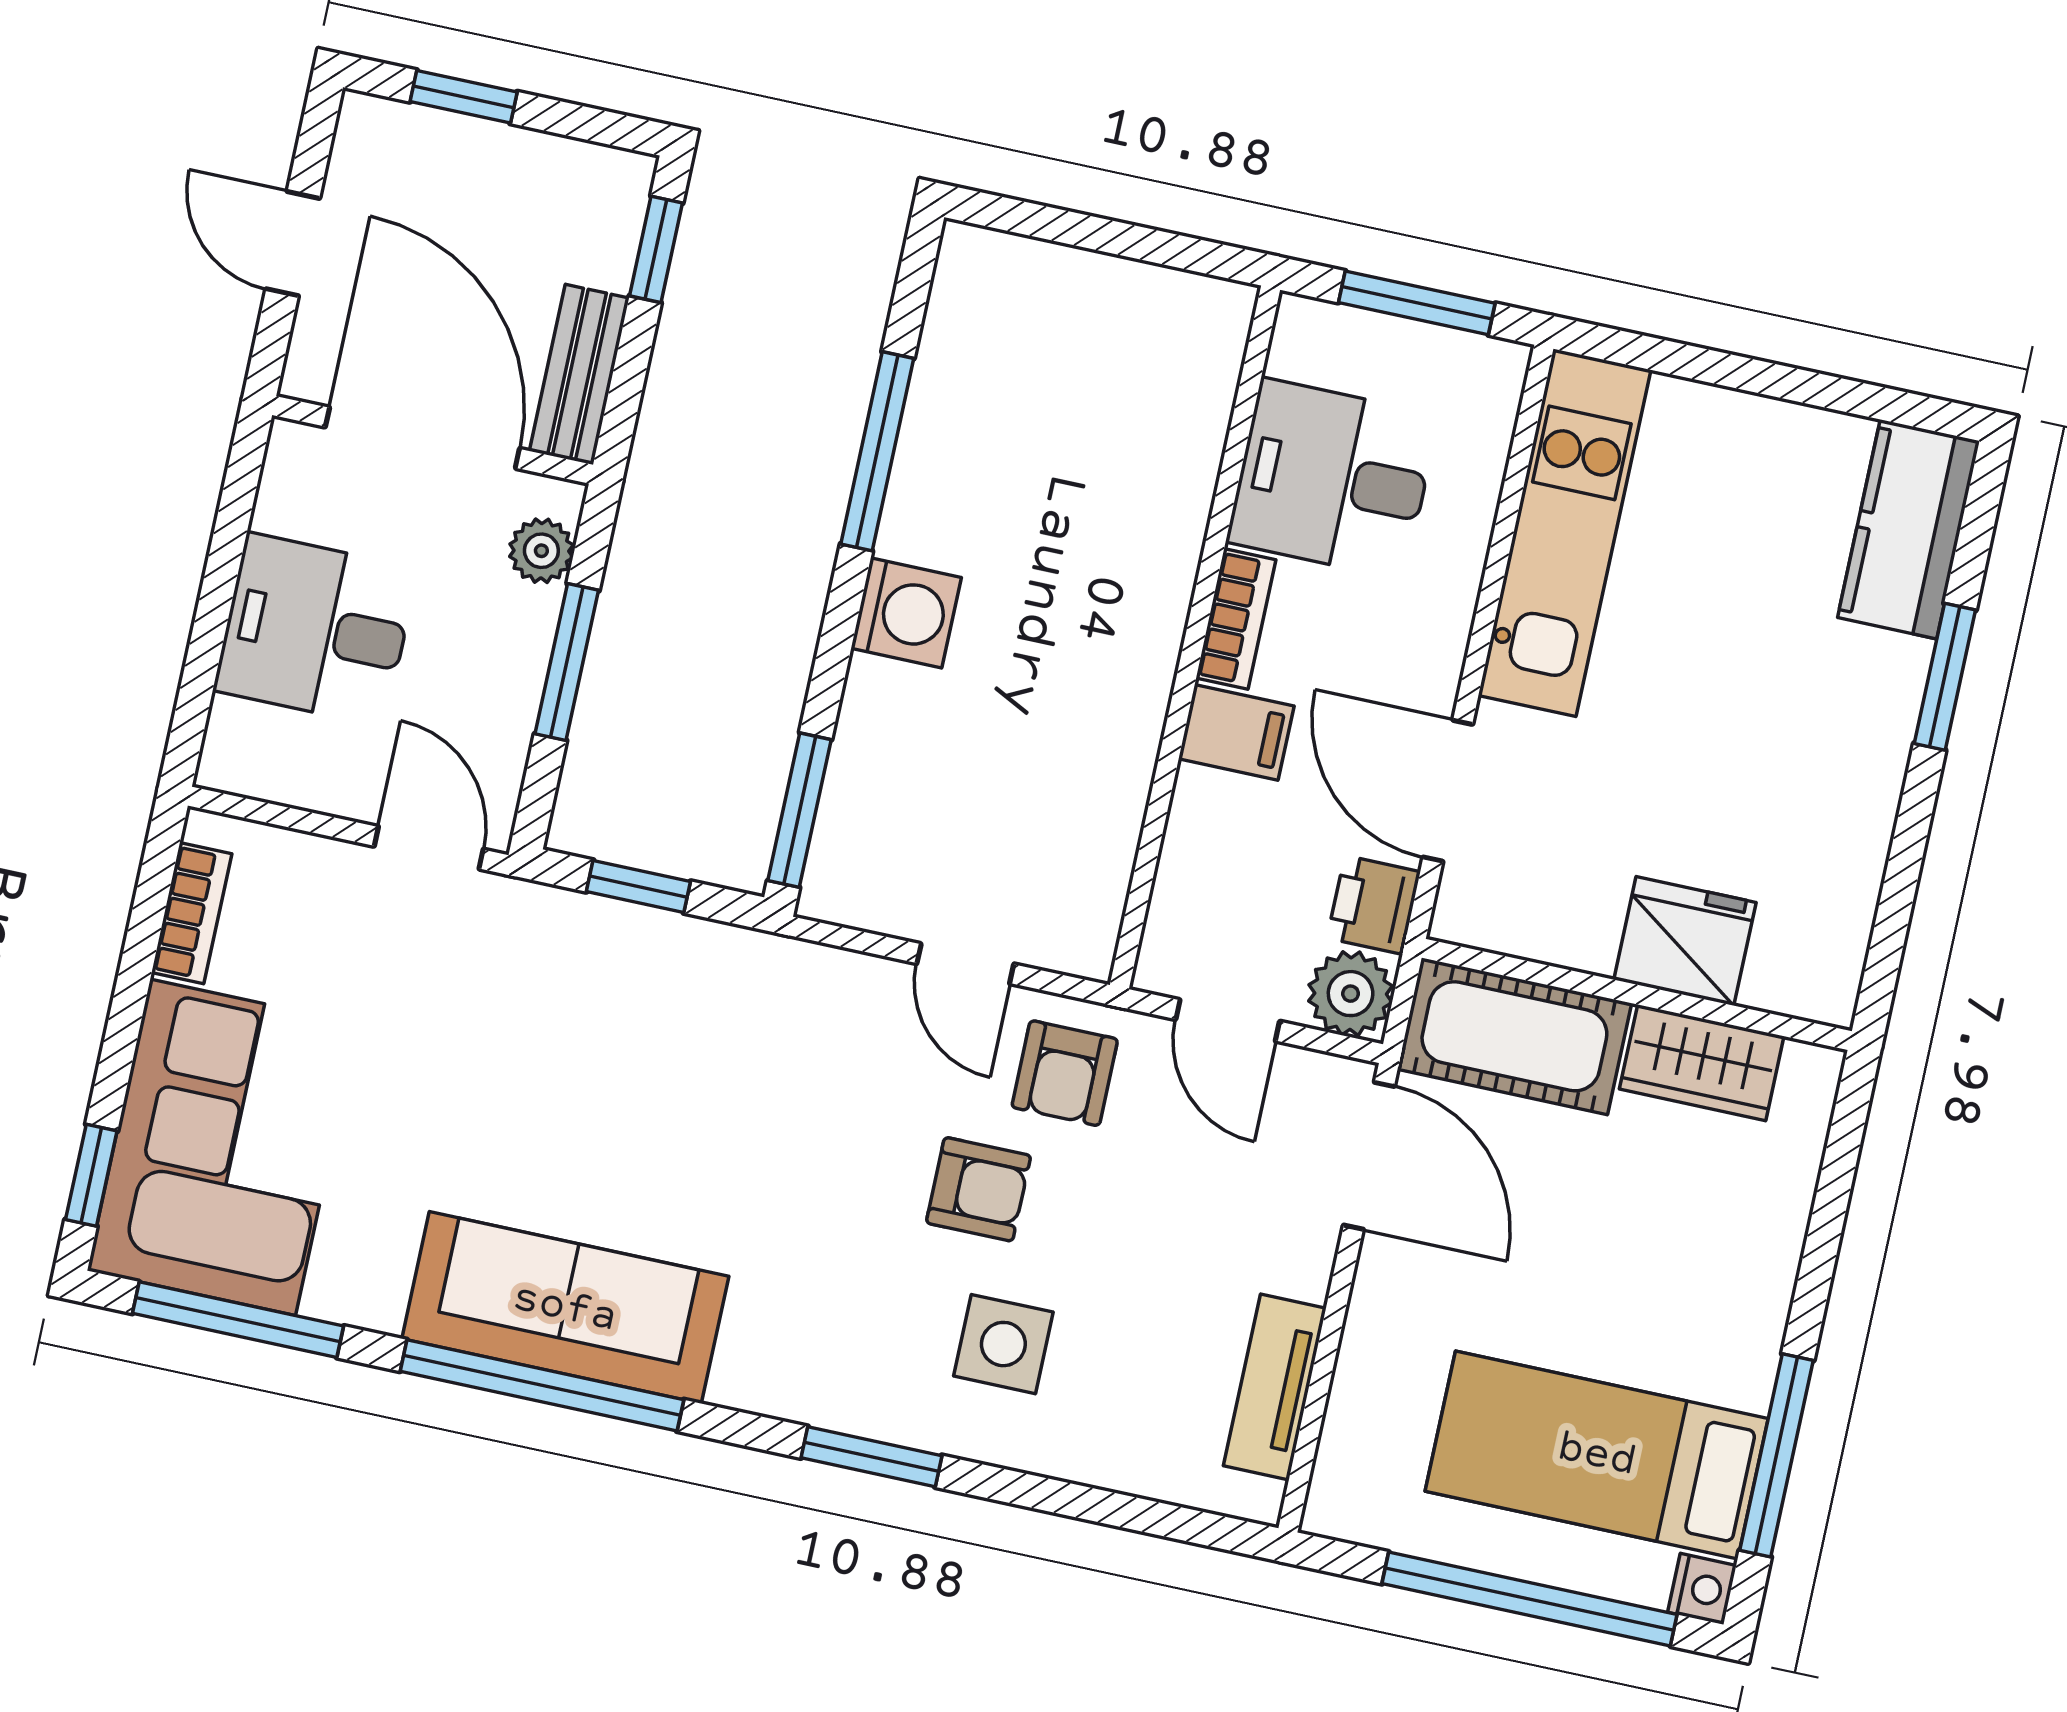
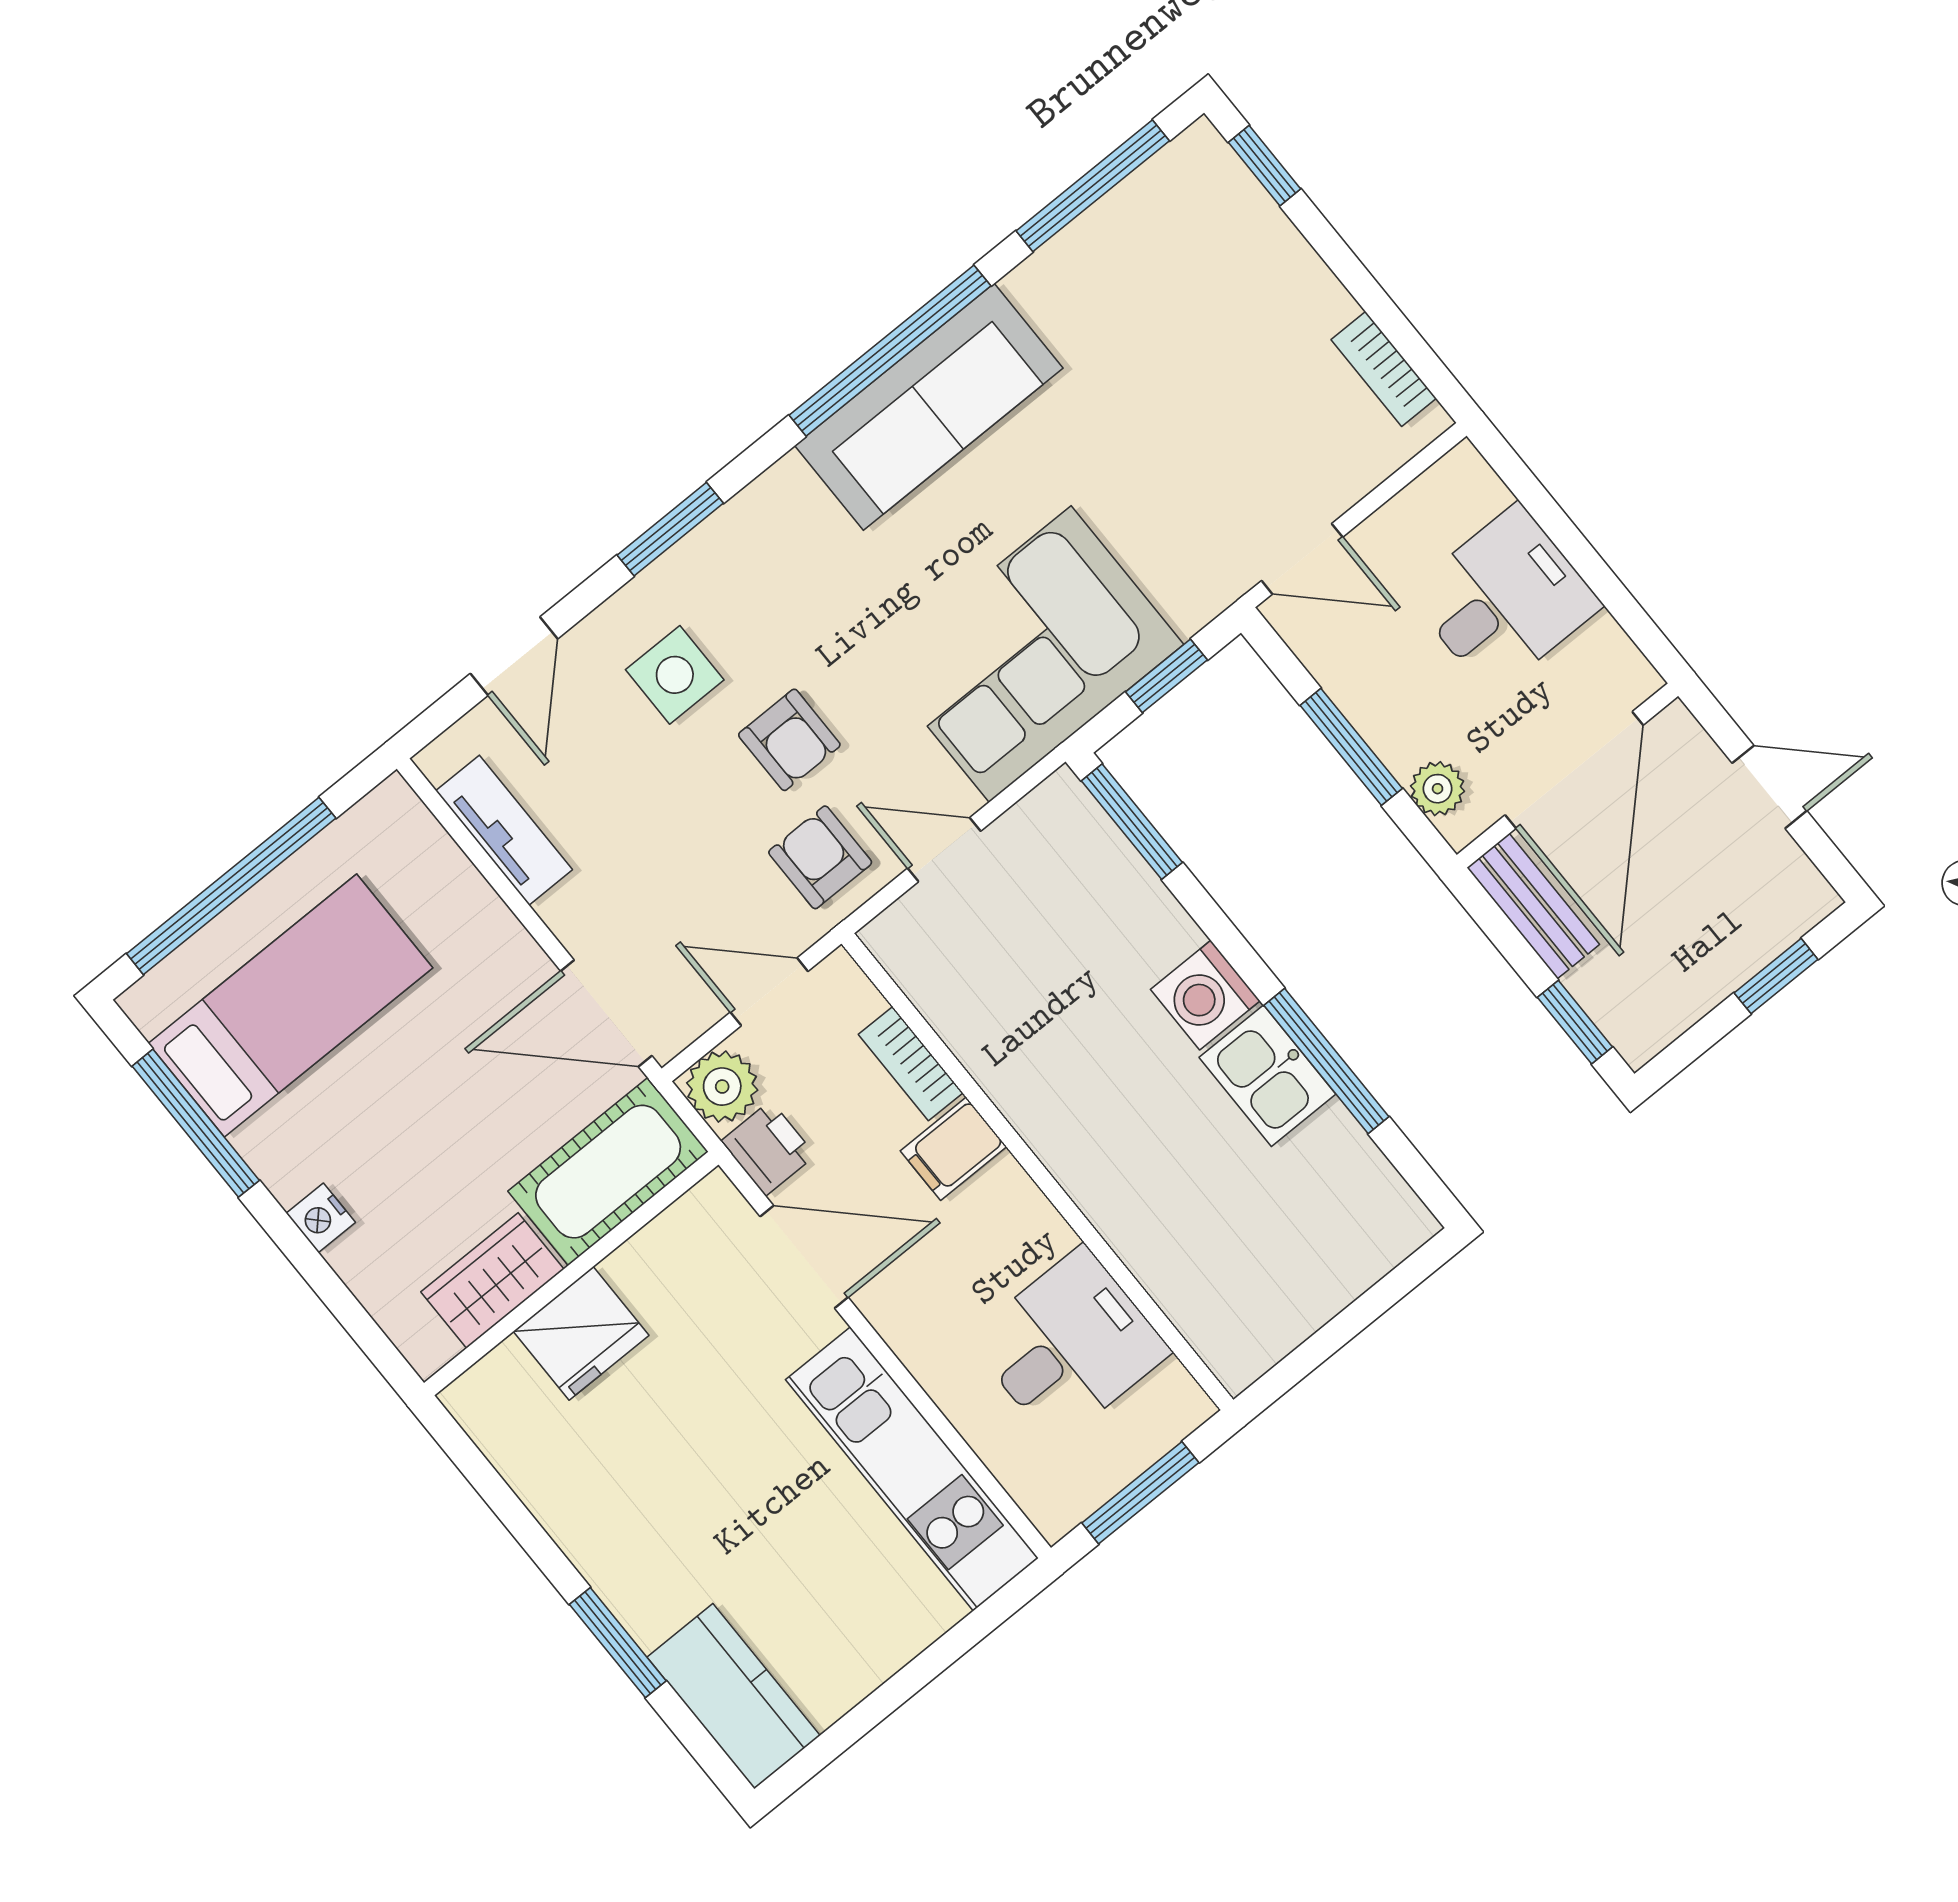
door: (422, 438) -> (1574, 770), hinge flipped
kitchen sink: (935, 495) -> (1267, 1076), added
bookcase: (1236, 619) -> (911, 1064), moved
corner sofa: (223, 1147) -> (1030, 654), moved, turned 90
armchair: (978, 1189) -> (789, 740), turned -90
door: (1106, 1507) -> (514, 656), added
nightstand: (1702, 1589) -> (321, 1218), moved

